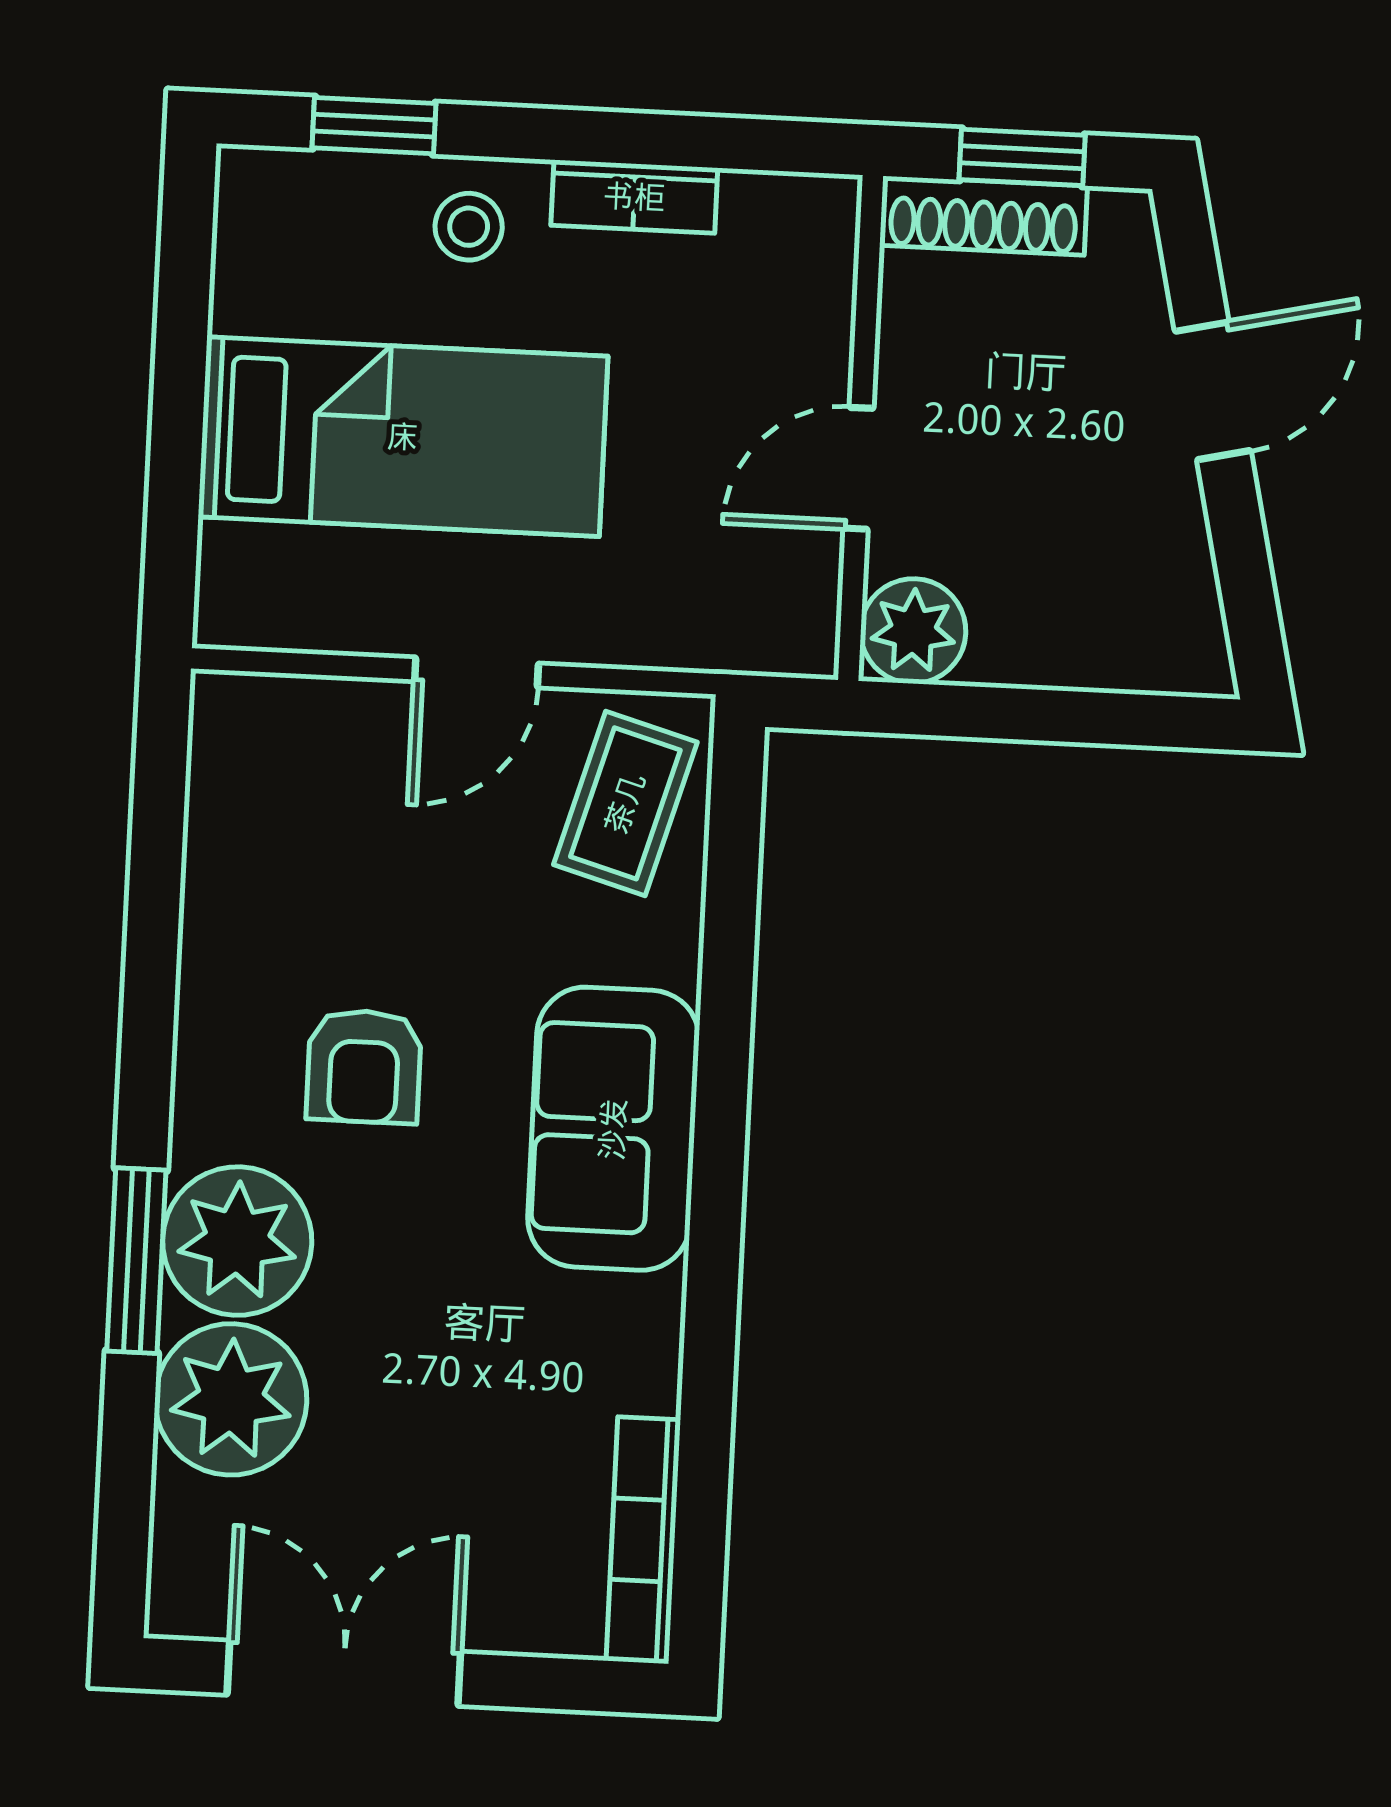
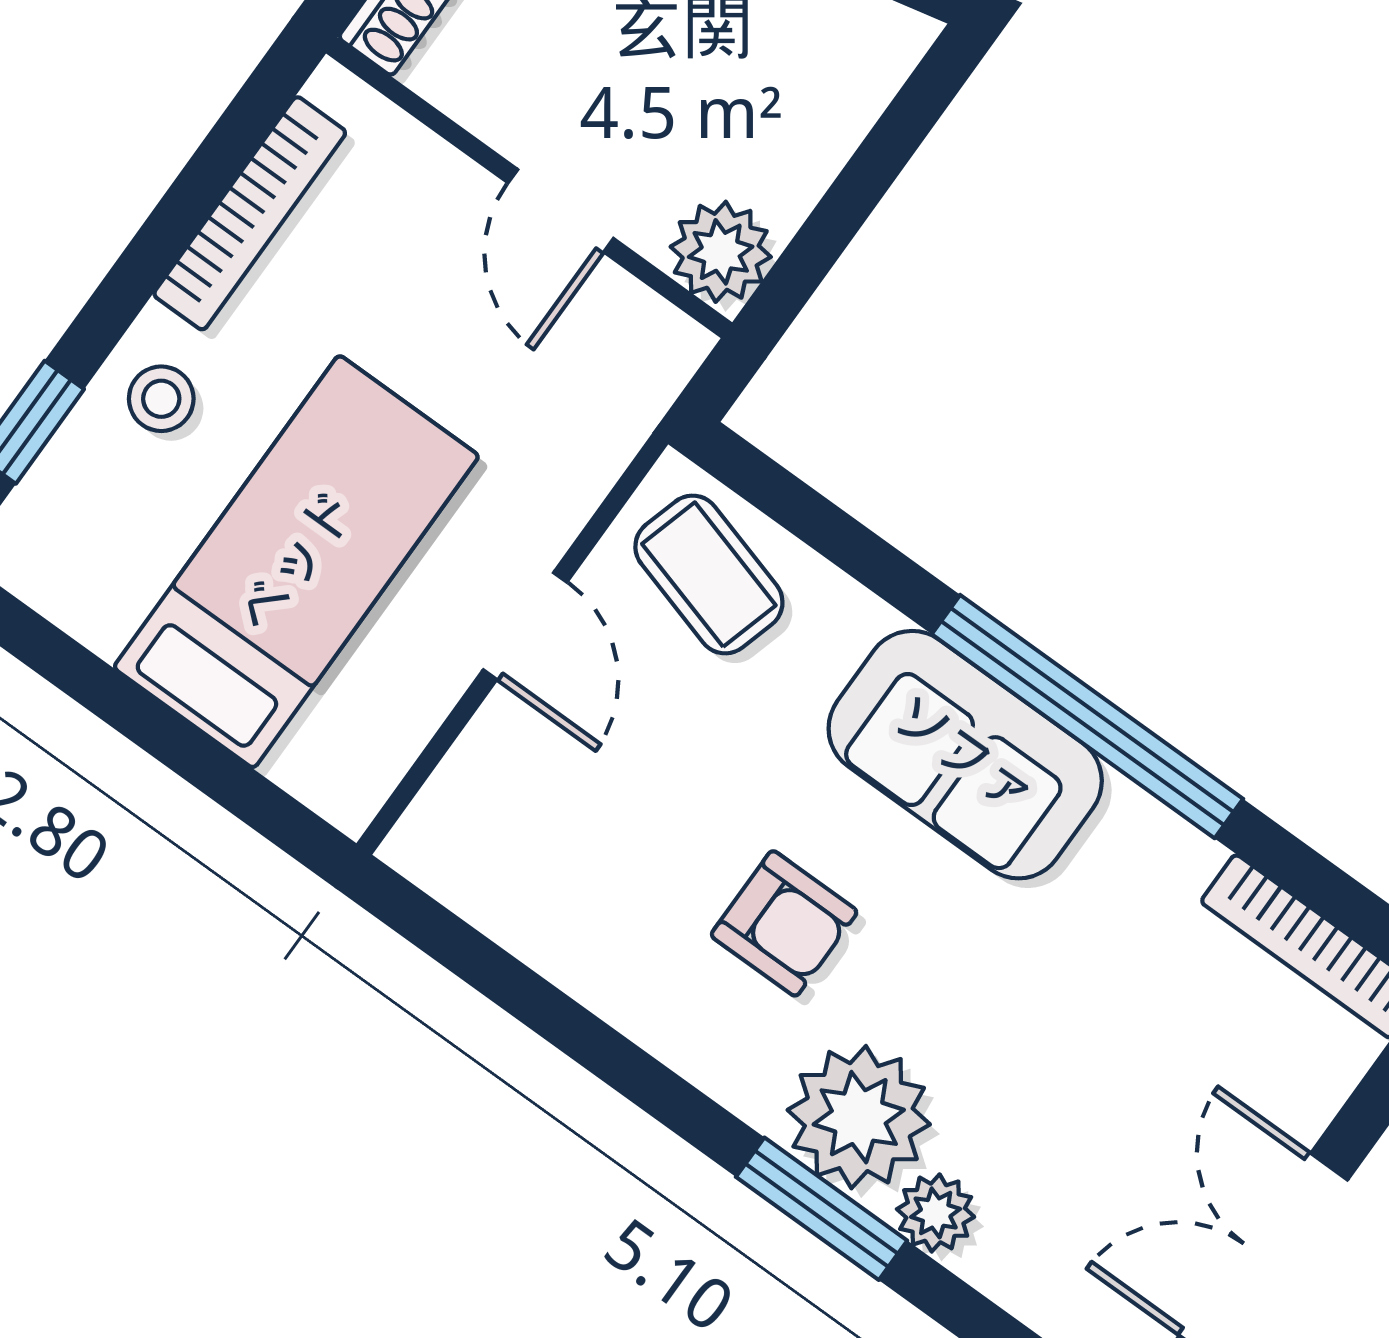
bookcase: (634, 197) -> (250, 213), width x1.56
window: (716, 1214) -> (1087, 717), added
plant: (231, 1399) -> (936, 1213), width x0.53, depth x0.53

